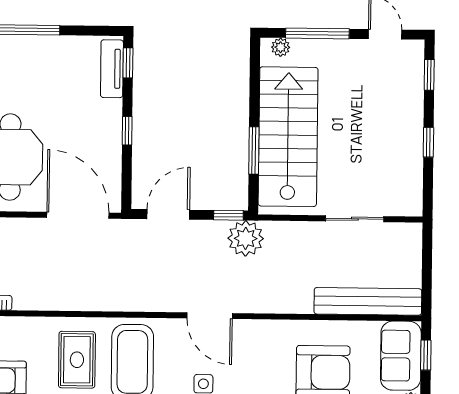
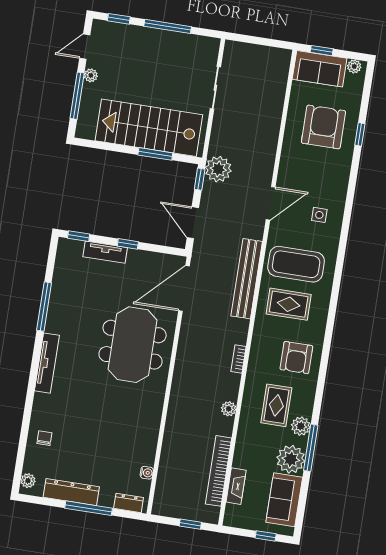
plant: (281, 47) -> (91, 75), moved
tv unit: (112, 69) -> (105, 252), moved
window: (428, 142) -> (168, 26), width x2.17
bench: (368, 301) -> (247, 279), moved

